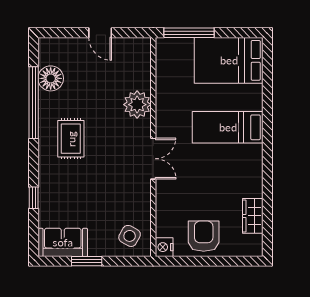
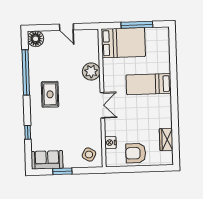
window: (189, 33) -> (137, 25), moved
bed: (229, 60) -> (123, 43), moved, turned 180
floor lamp: (51, 78) -> (36, 39), moved
armchair: (204, 236) -> (136, 153), turned -90
nightstand: (164, 247) -> (110, 143), moved

